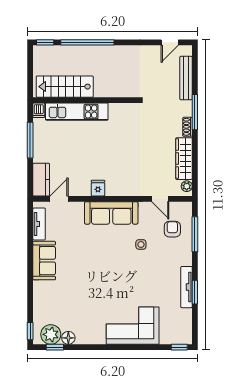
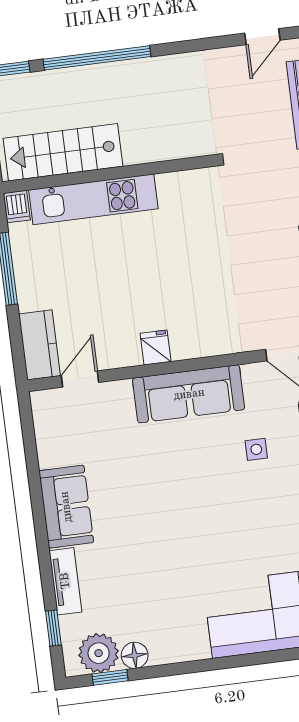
tv unit: (39, 224) -> (65, 581), moved
window: (30, 331) -> (53, 628), moved

